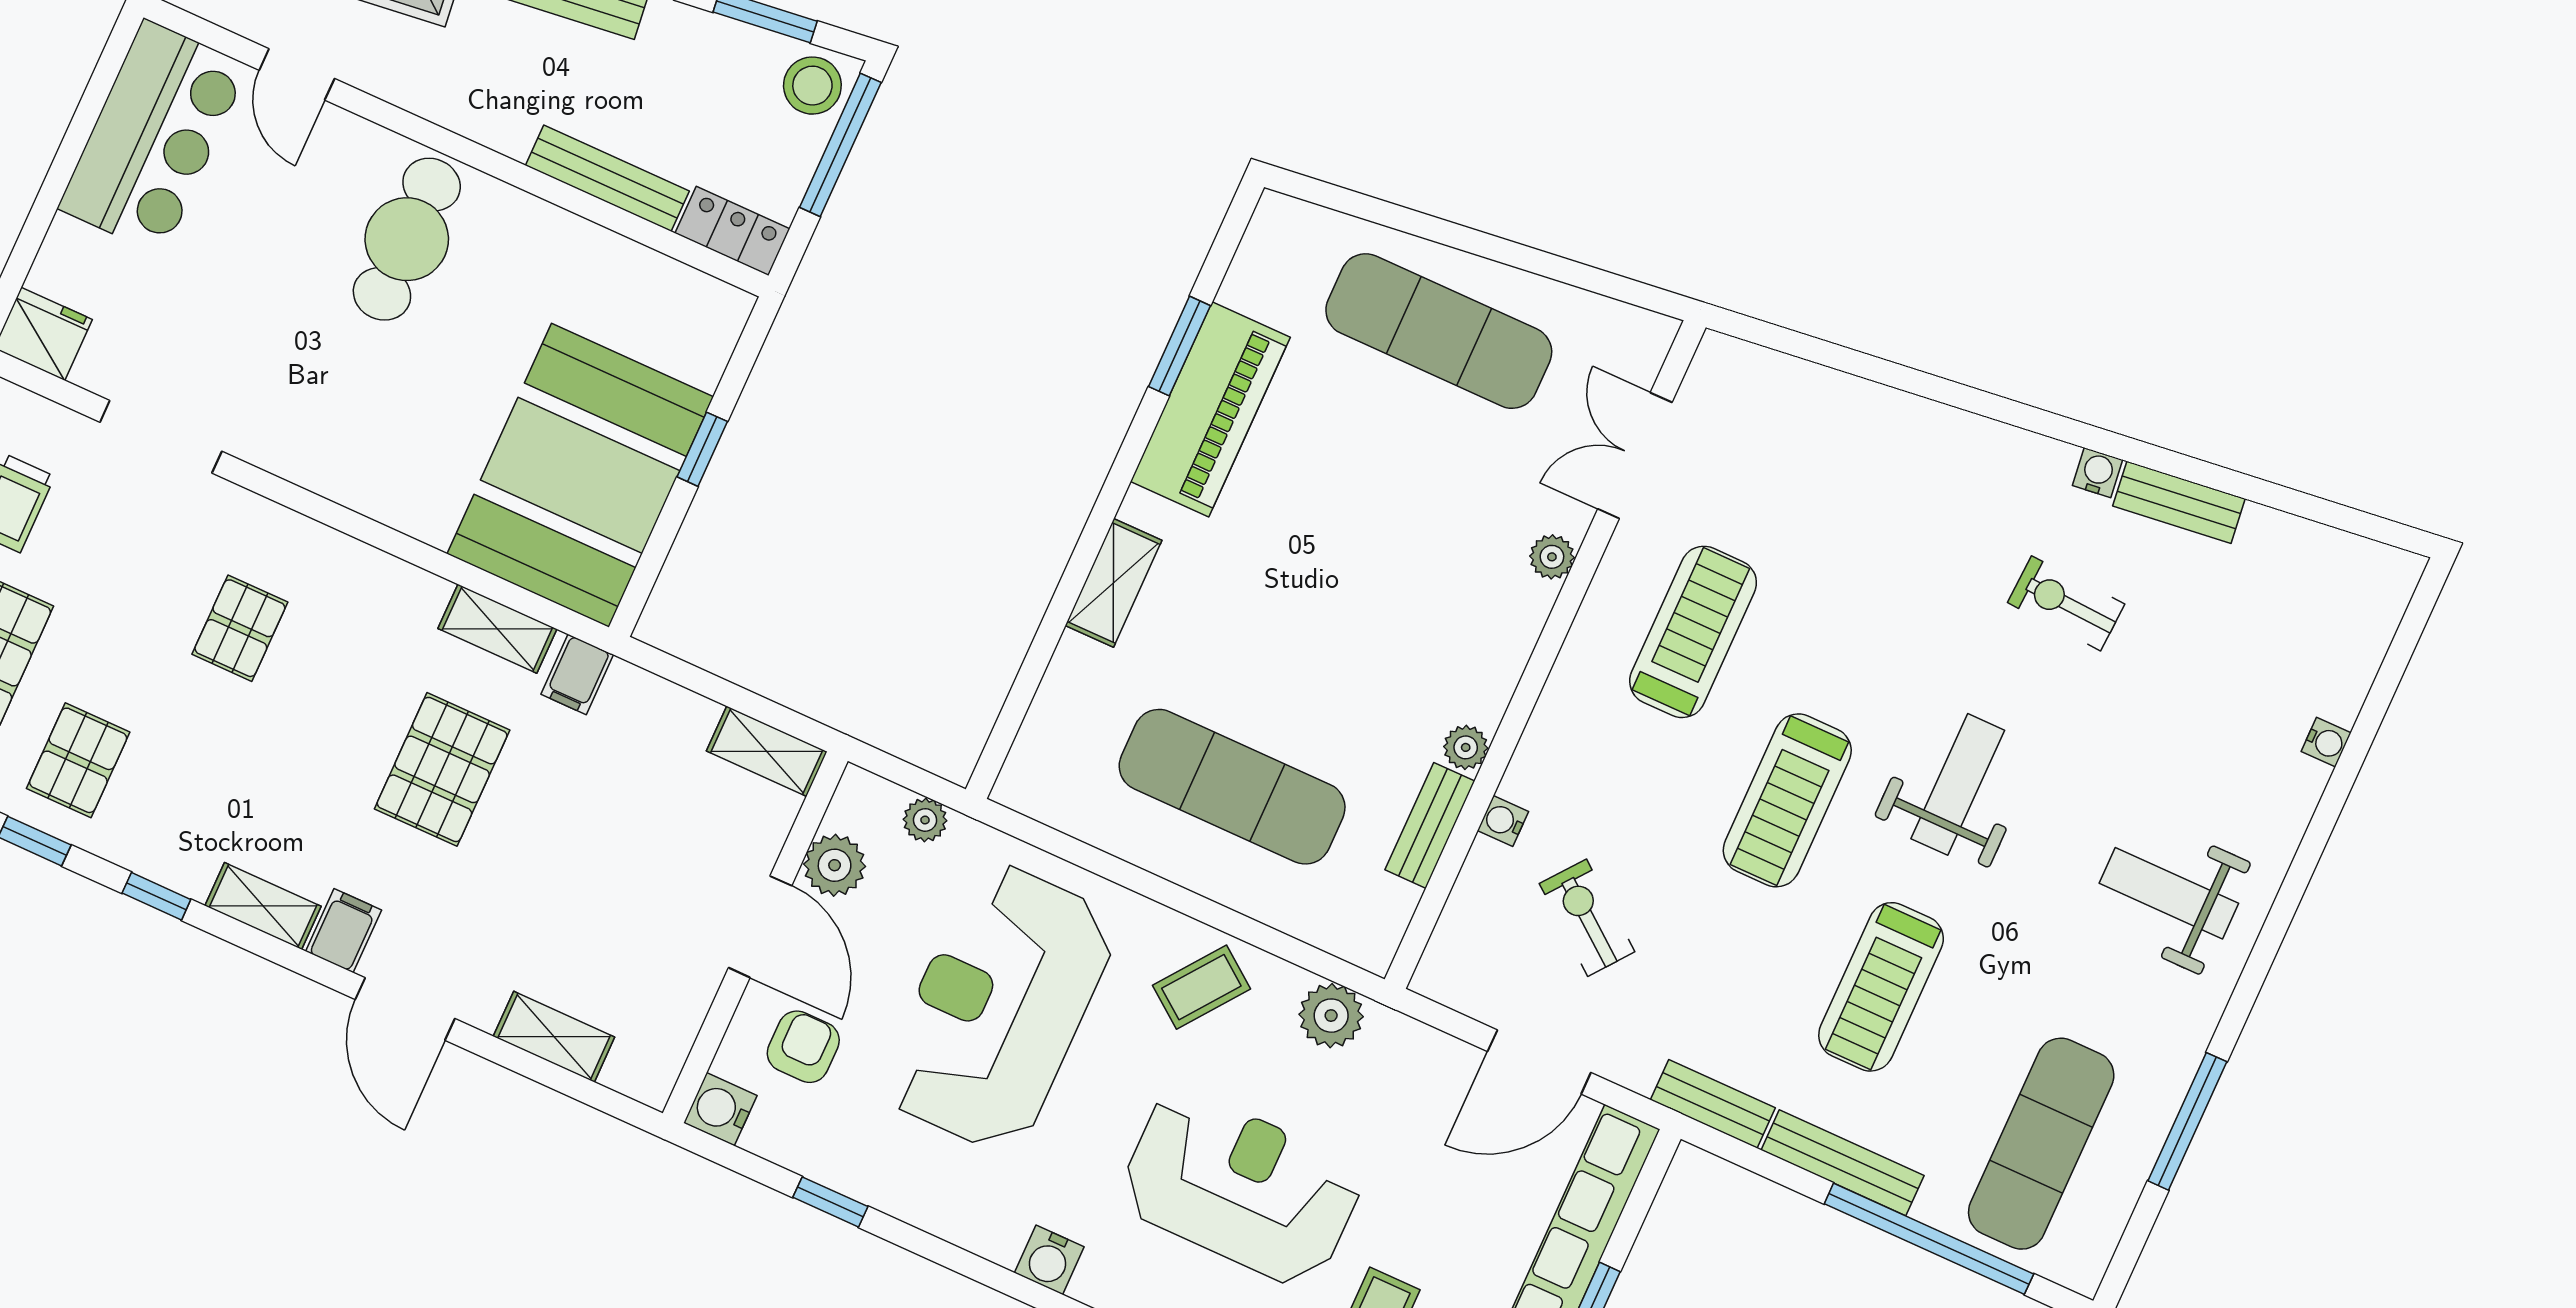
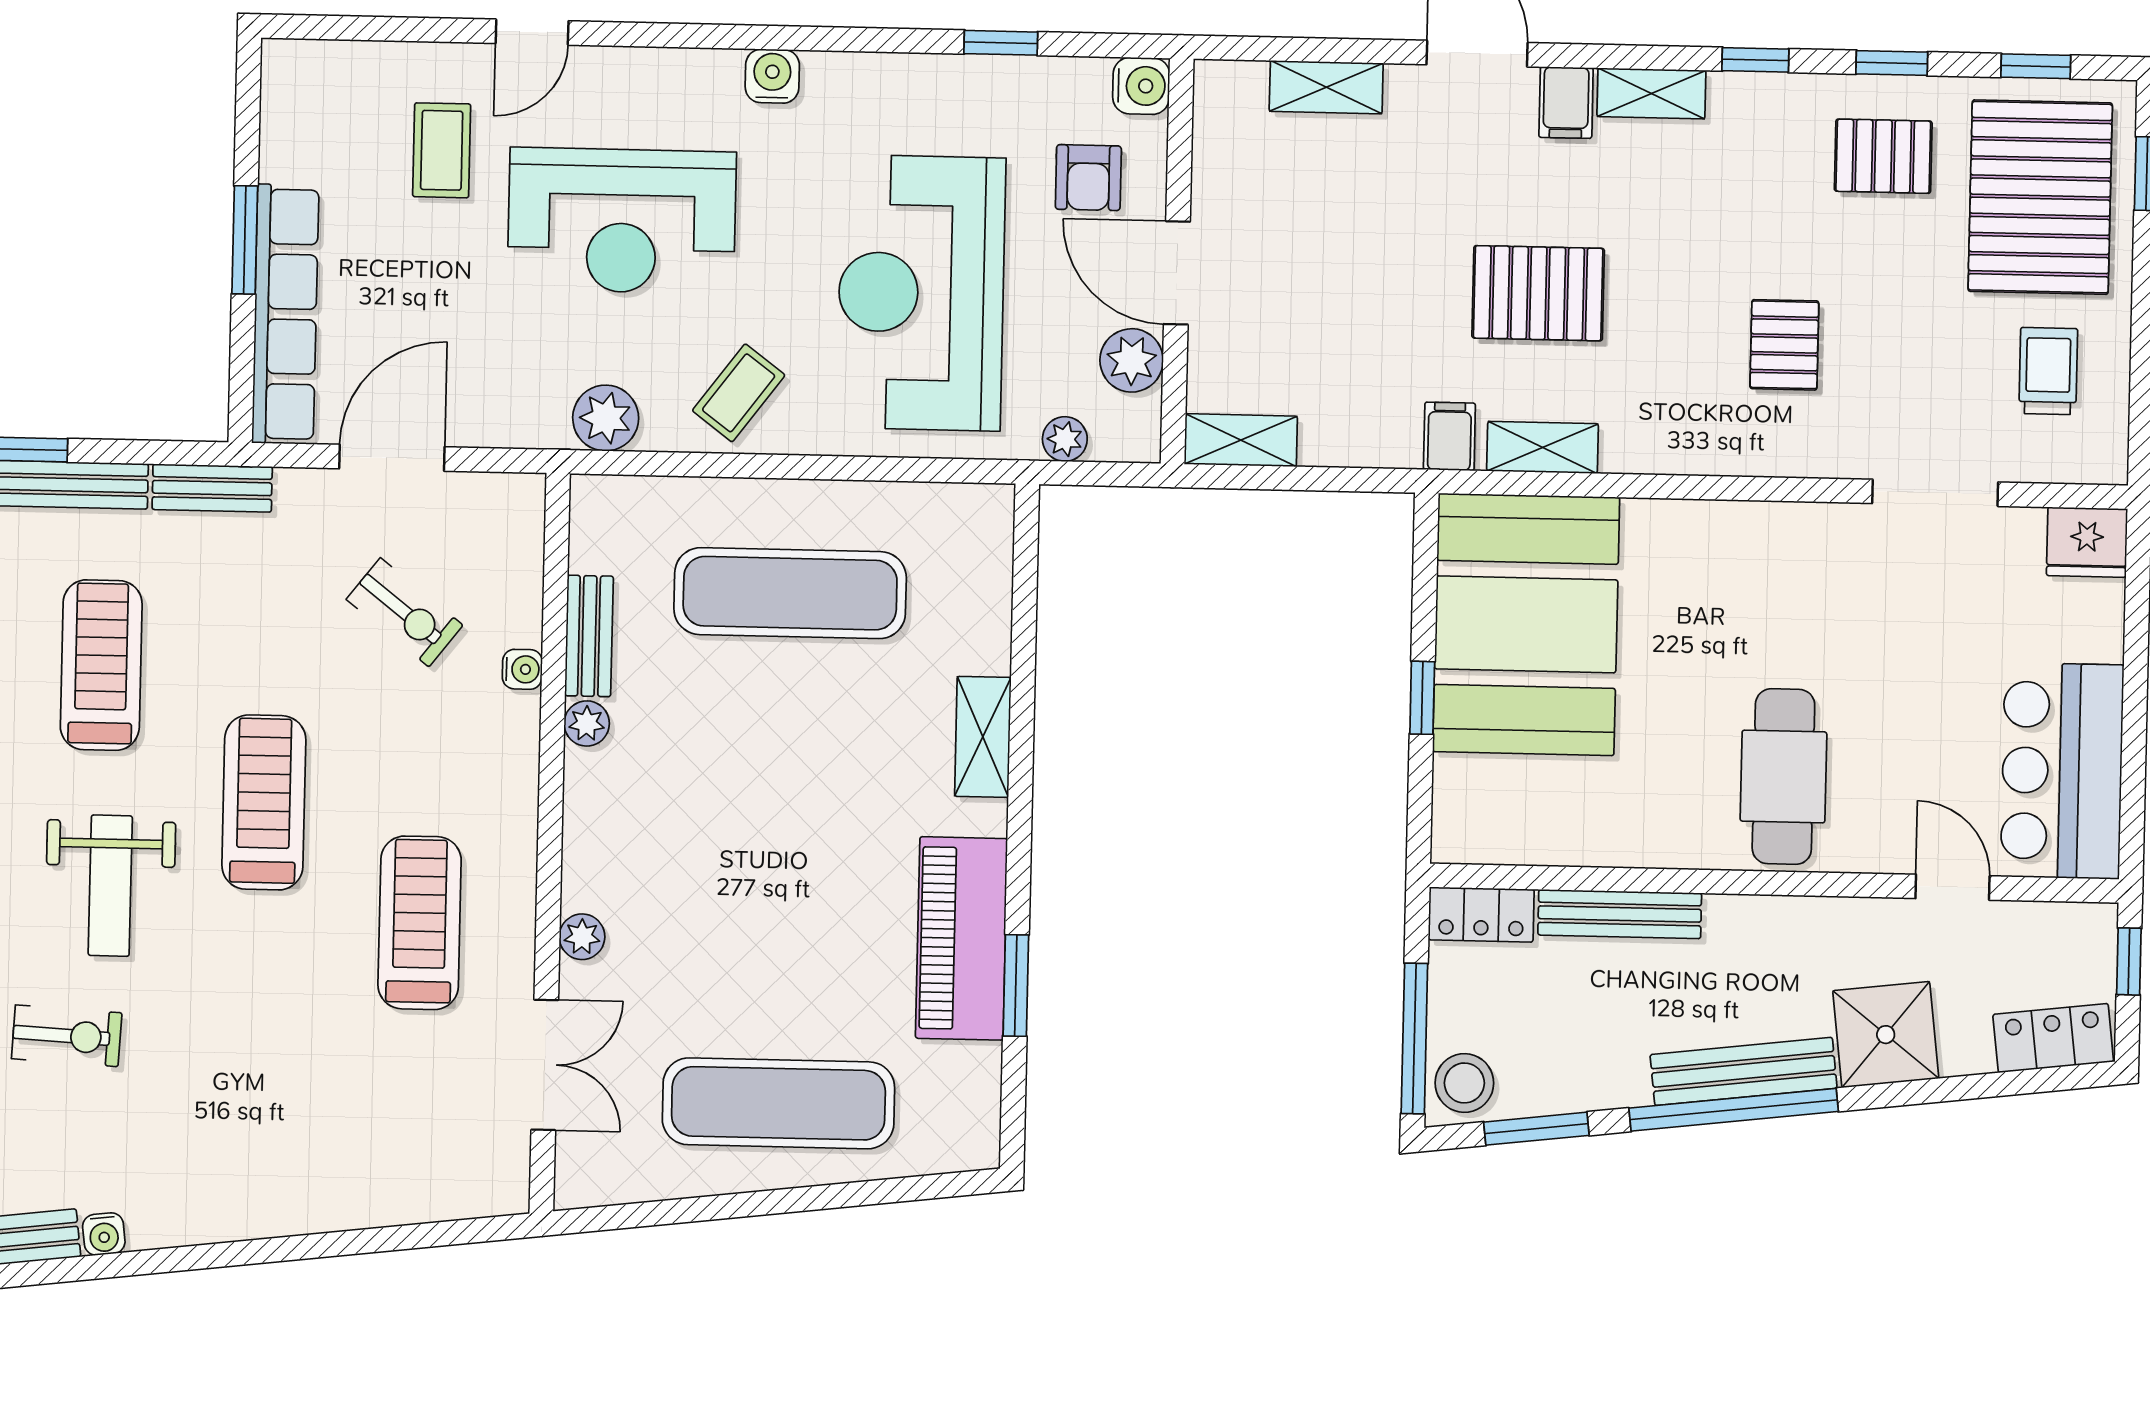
exercise bike: (2066, 603) -> (67, 1036), moved
treadmill: (1693, 632) -> (420, 923), turned 180
pallet: (78, 760) -> (1883, 156), turned 90
pallet: (442, 769) -> (1538, 293), turned 90
reception desk: (998, 1007) -> (921, 293), turned 180

